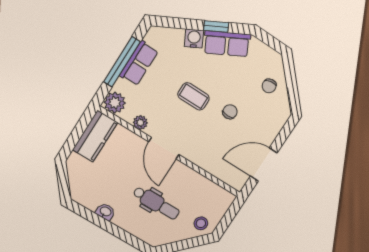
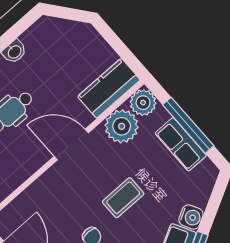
plant: (140, 123) -> (122, 126), width x1.87, depth x1.87
kitchen counter: (95, 136) -> (109, 88), moved, turned 90

